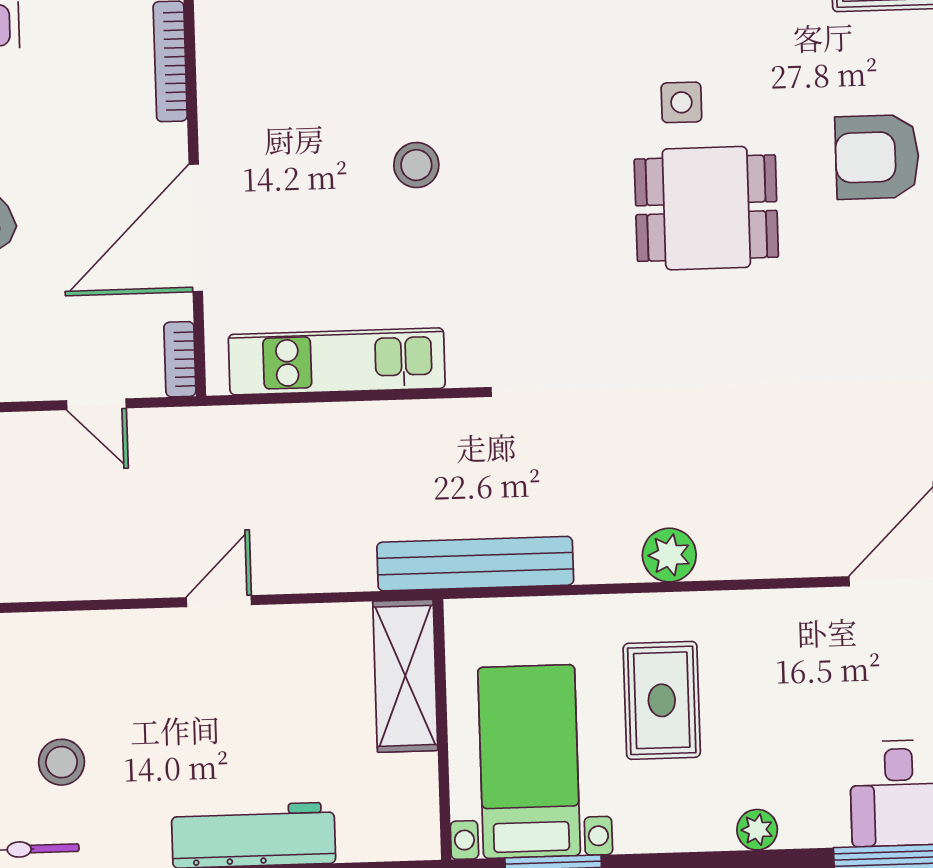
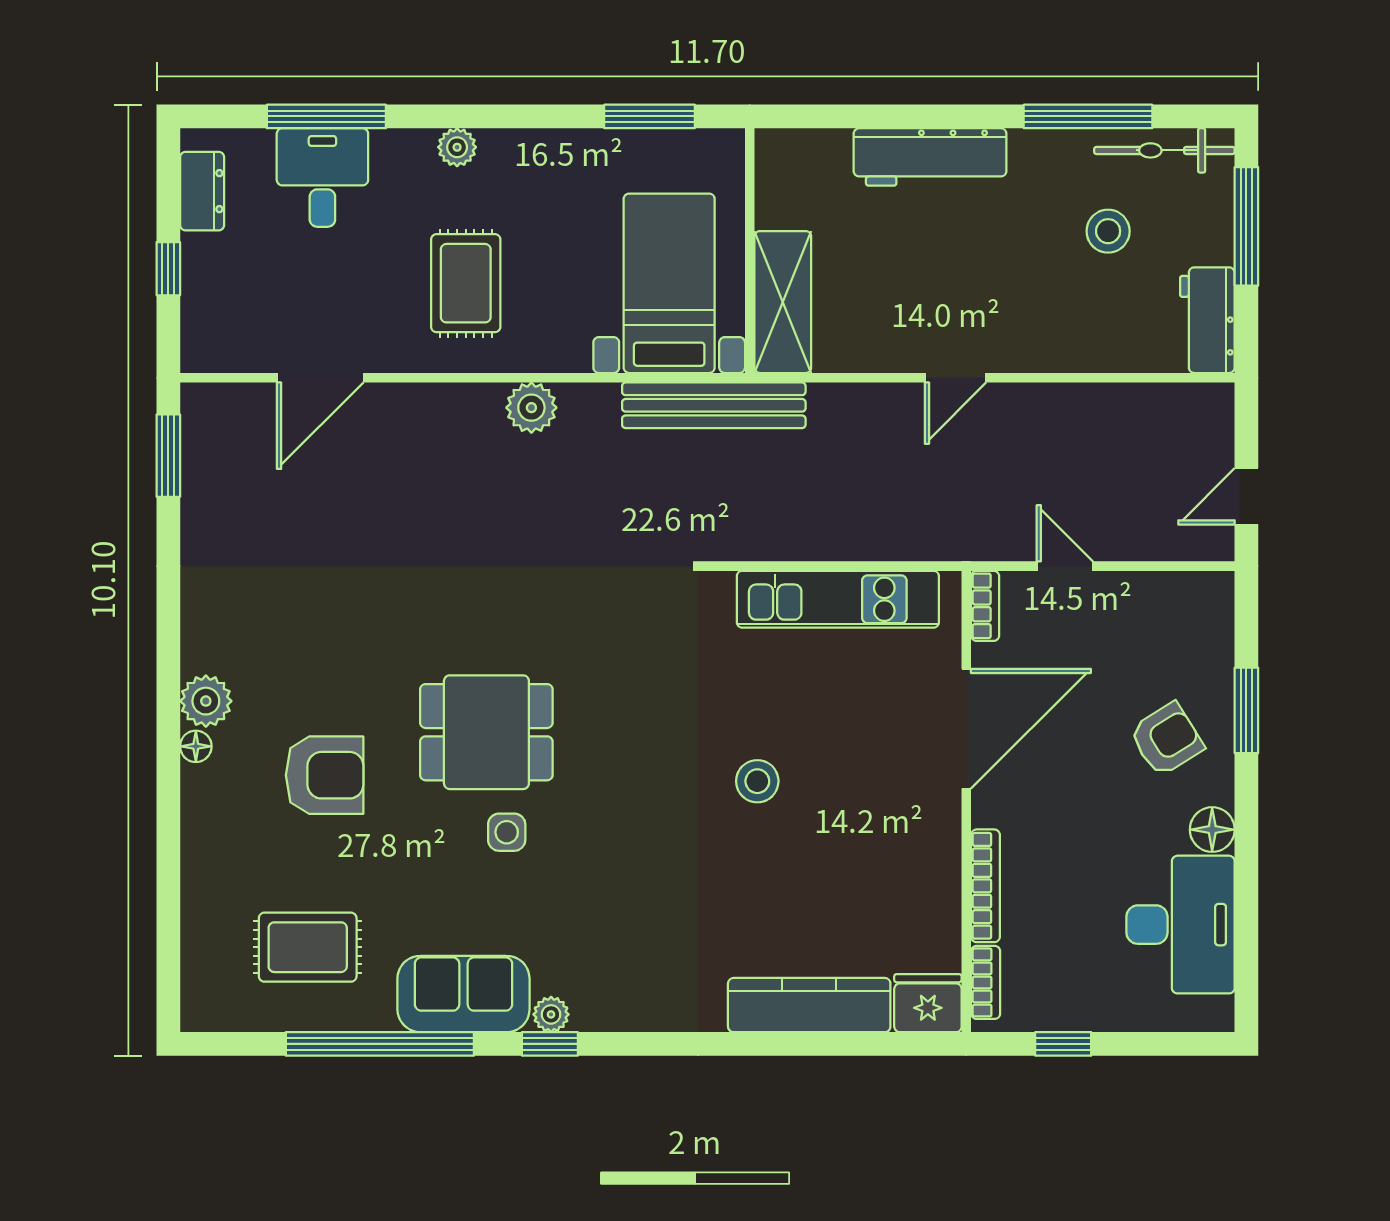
rug: (662, 700) -> (466, 283), moved
bed with nightstands: (529, 761) -> (669, 283), moved, turned 180

